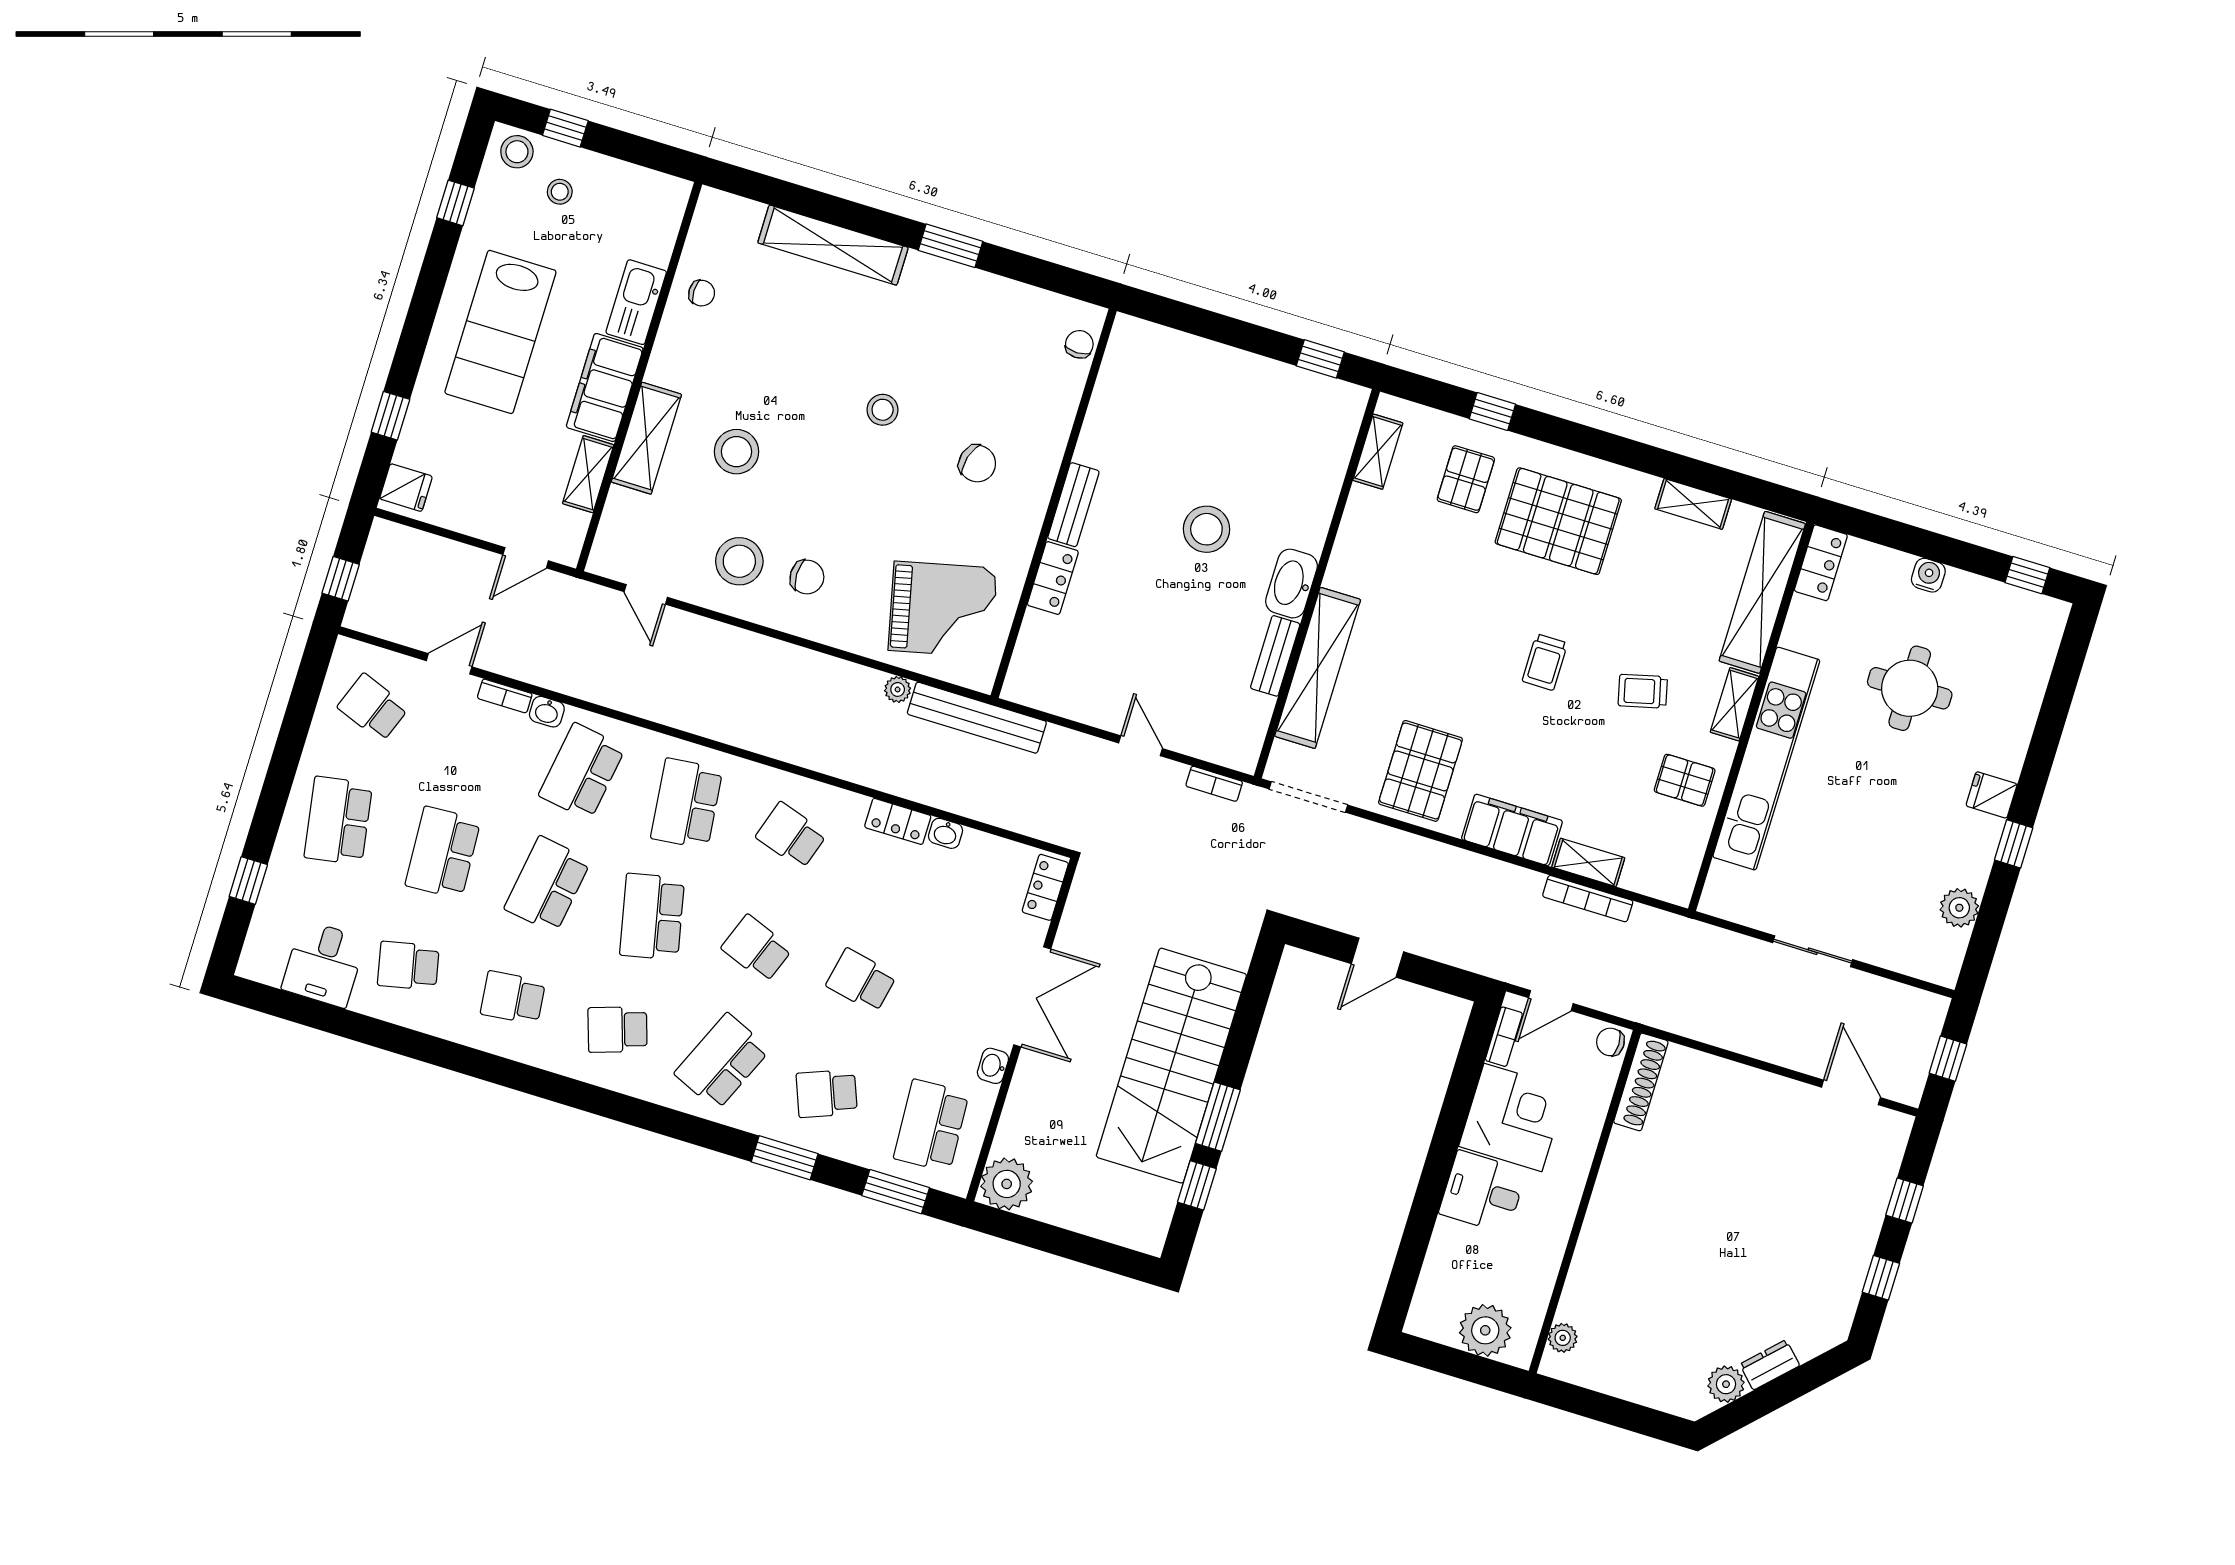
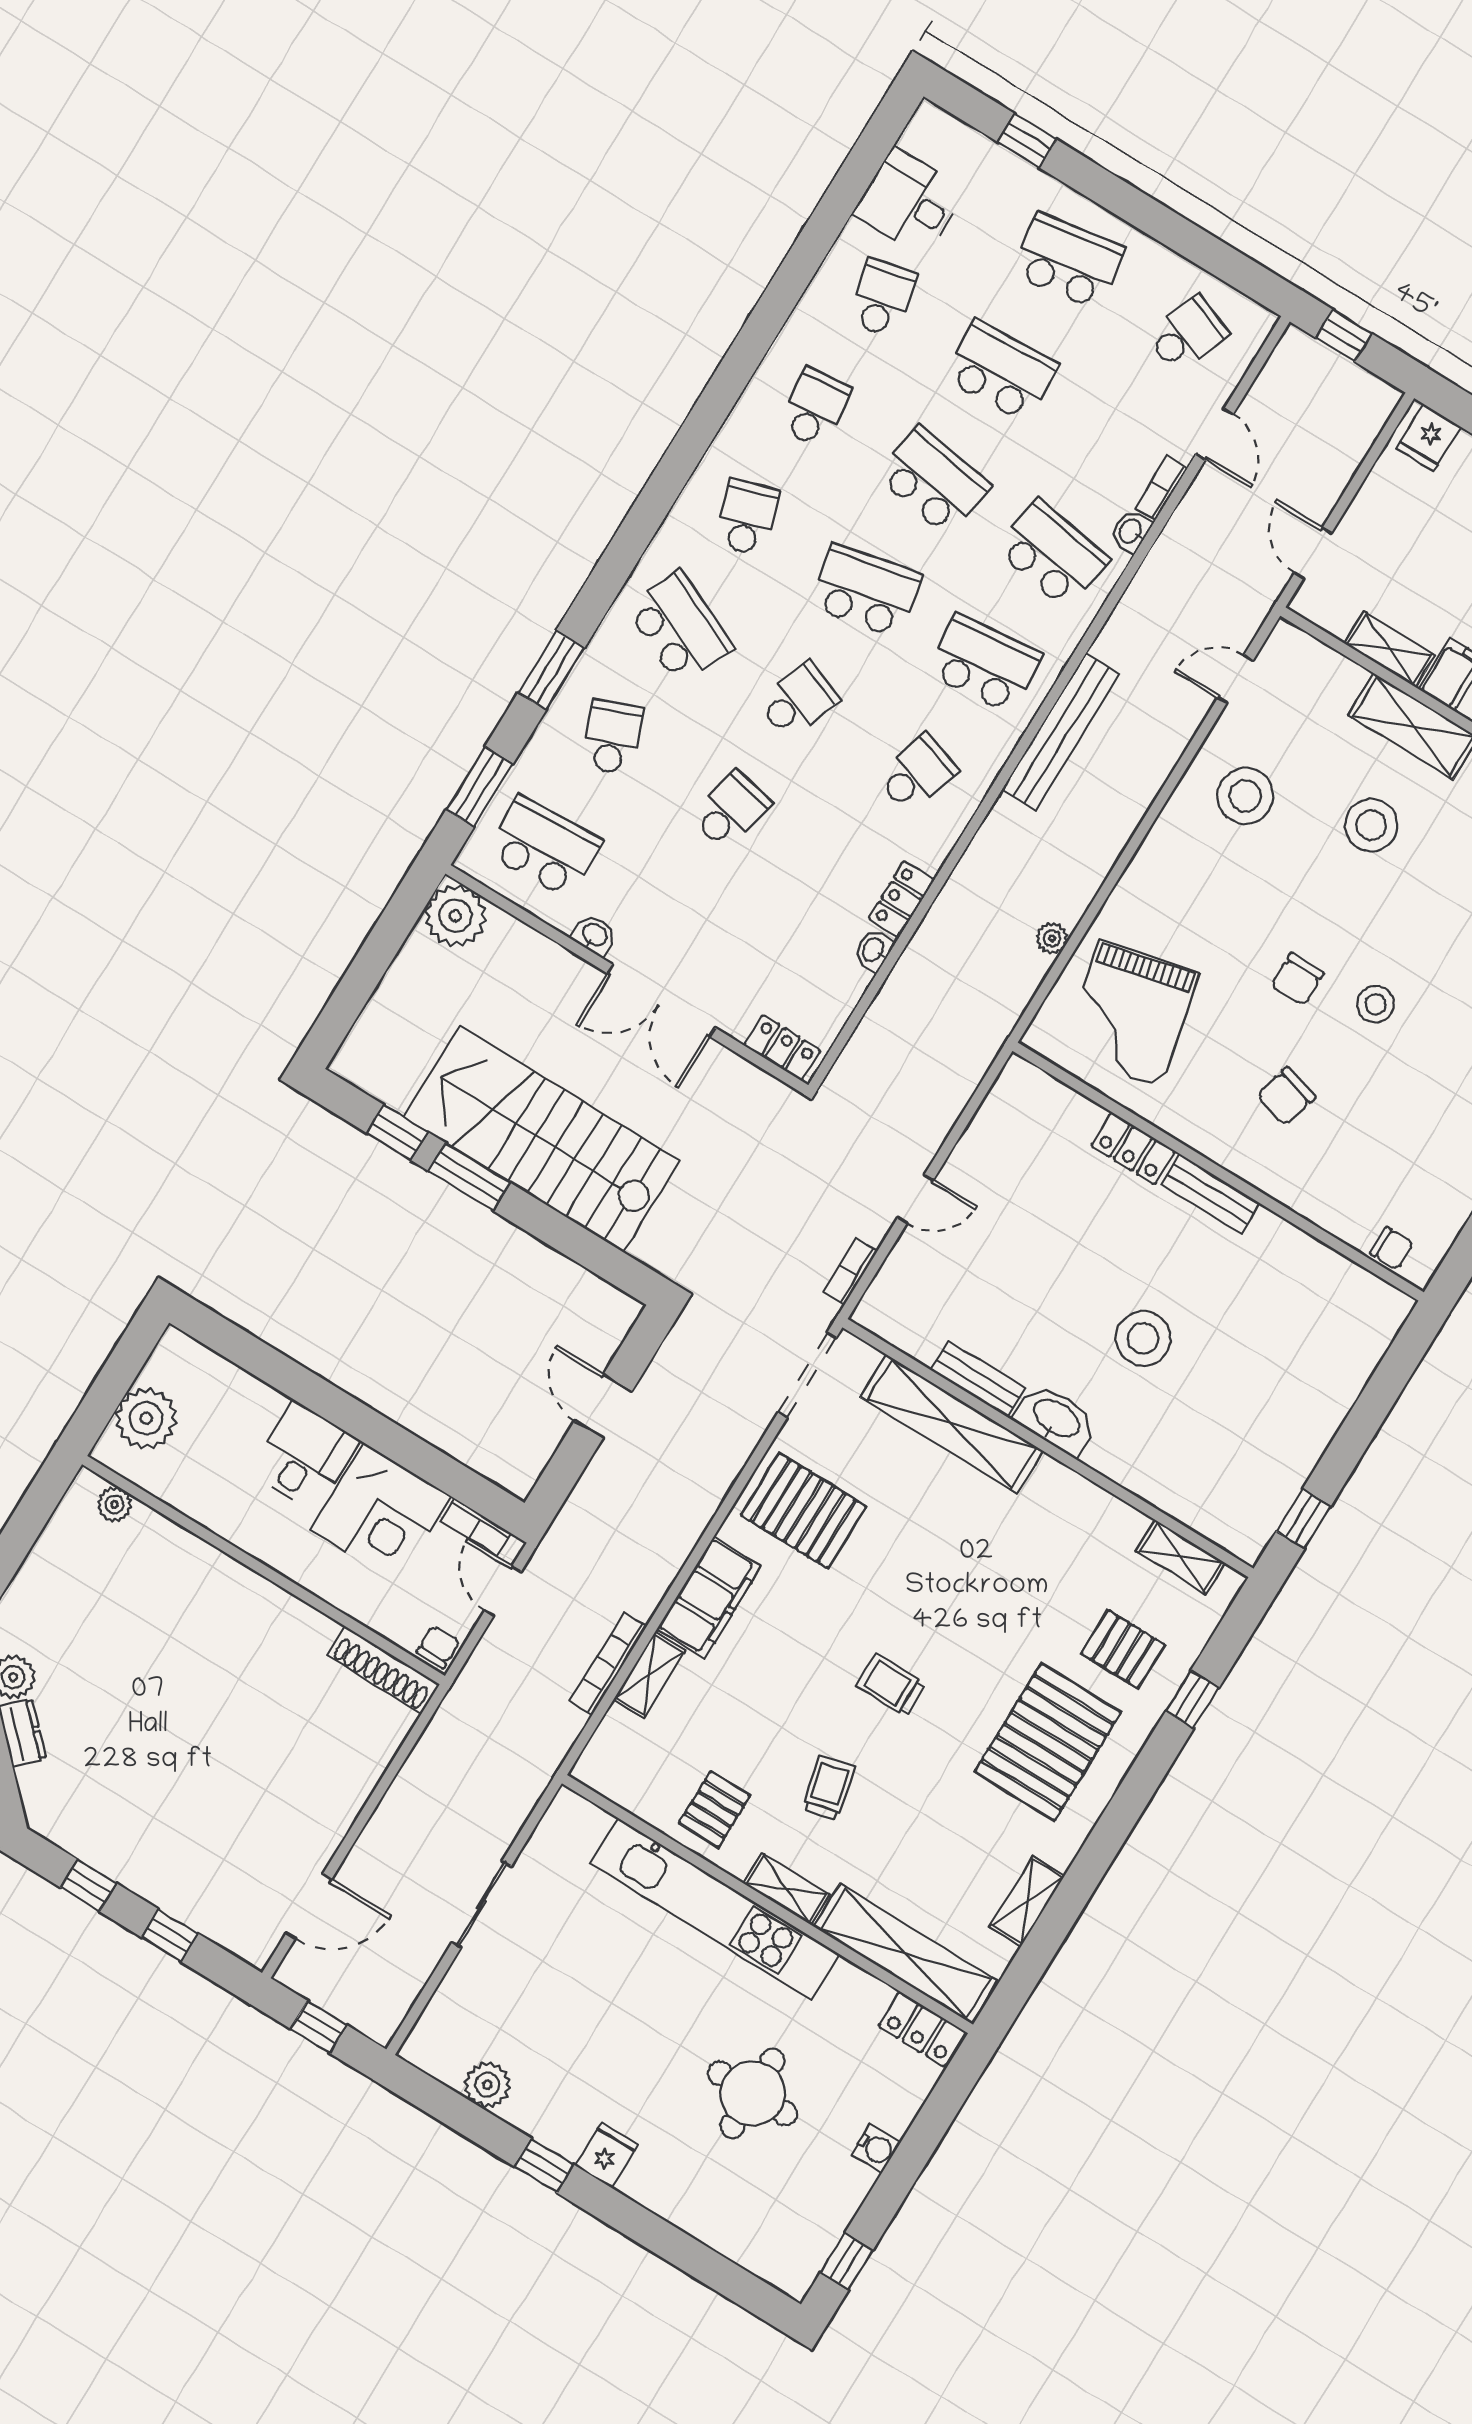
chair: (807, 577) -> (1297, 979), moved
bench: (977, 718) -> (1061, 732), moved

